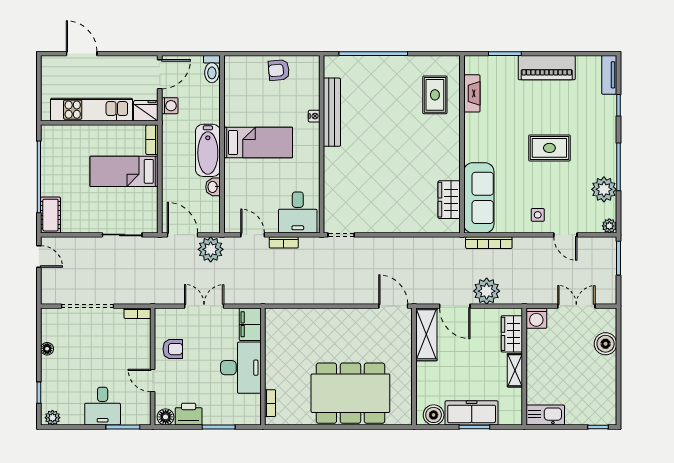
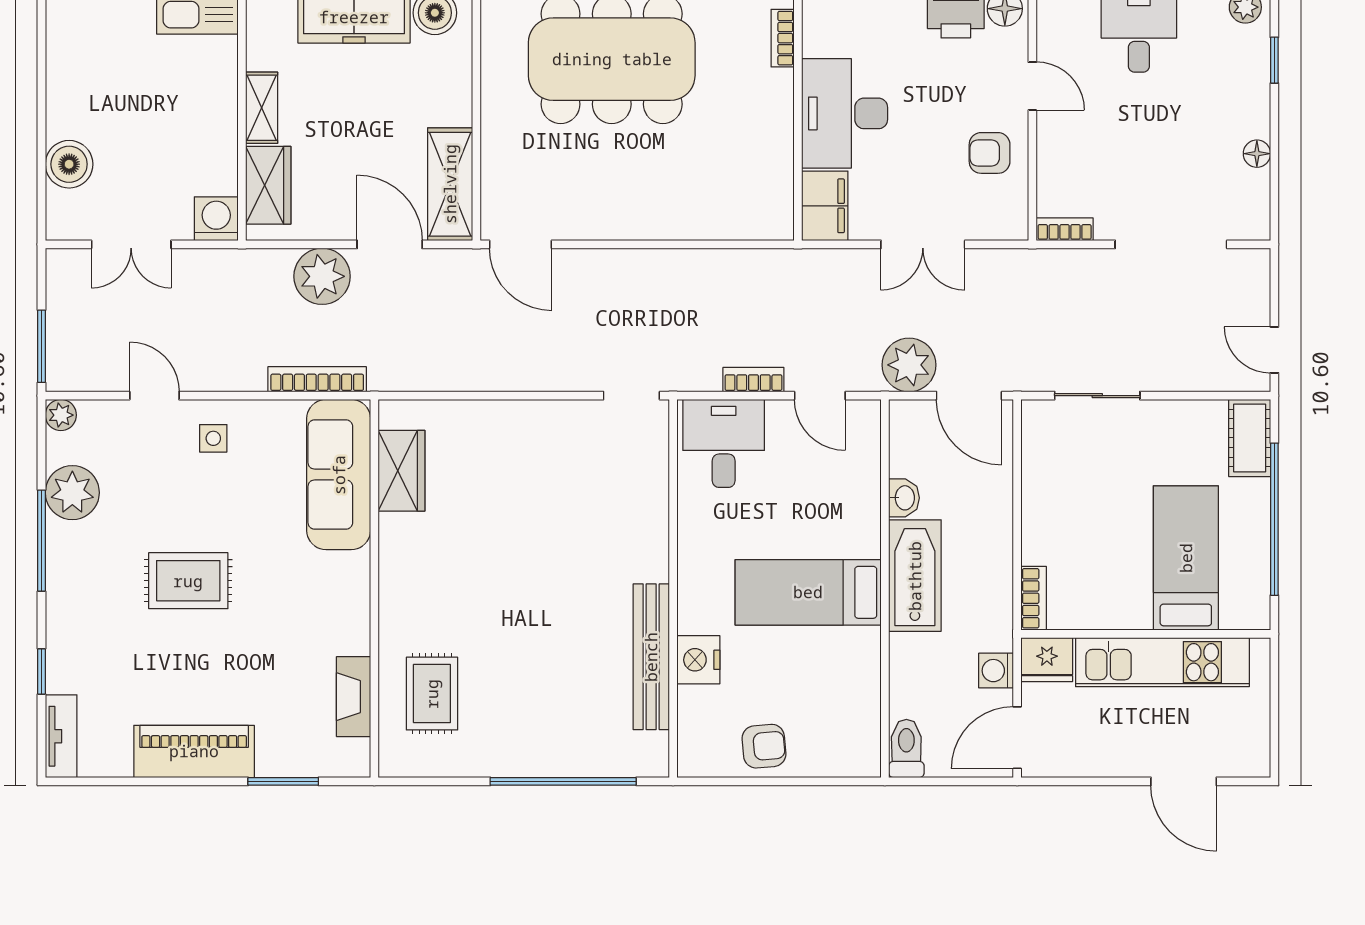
nightstand: (314, 116) -> (698, 660), width x1.89, depth x1.79
bed: (124, 171) -> (1186, 558), moved, turned -90

